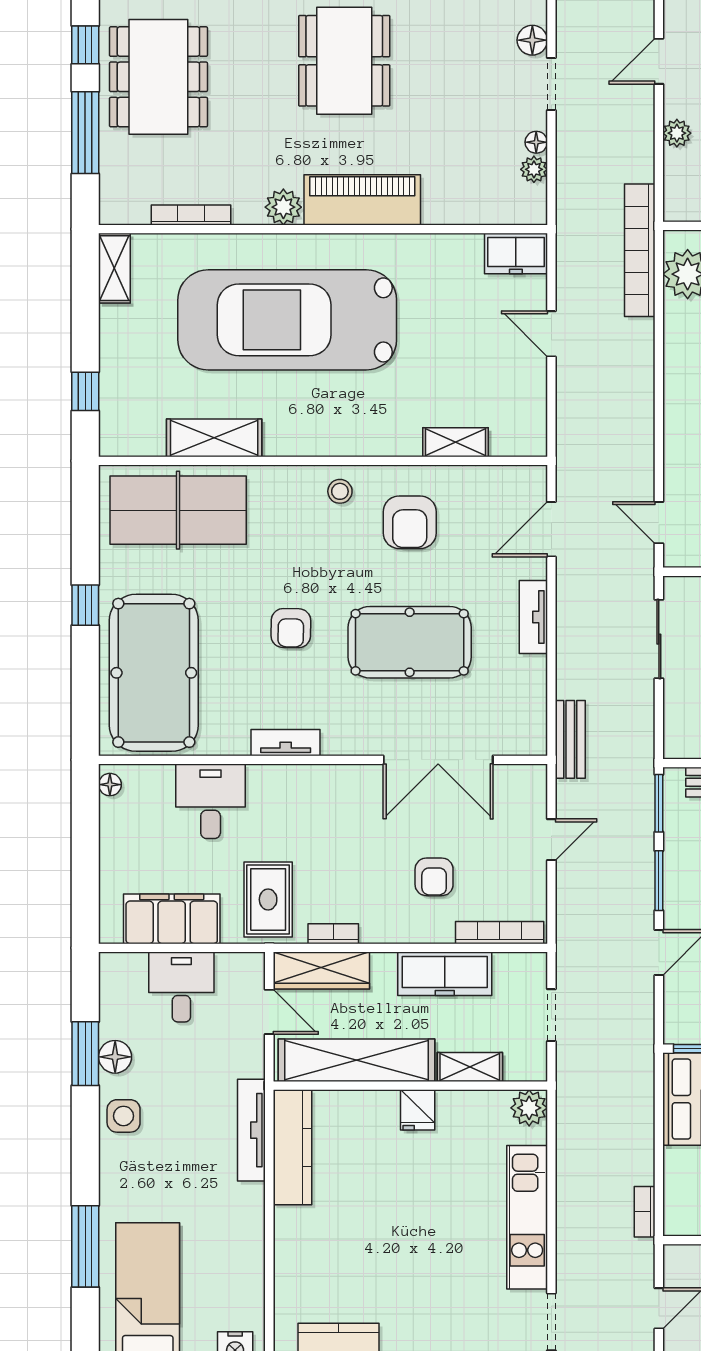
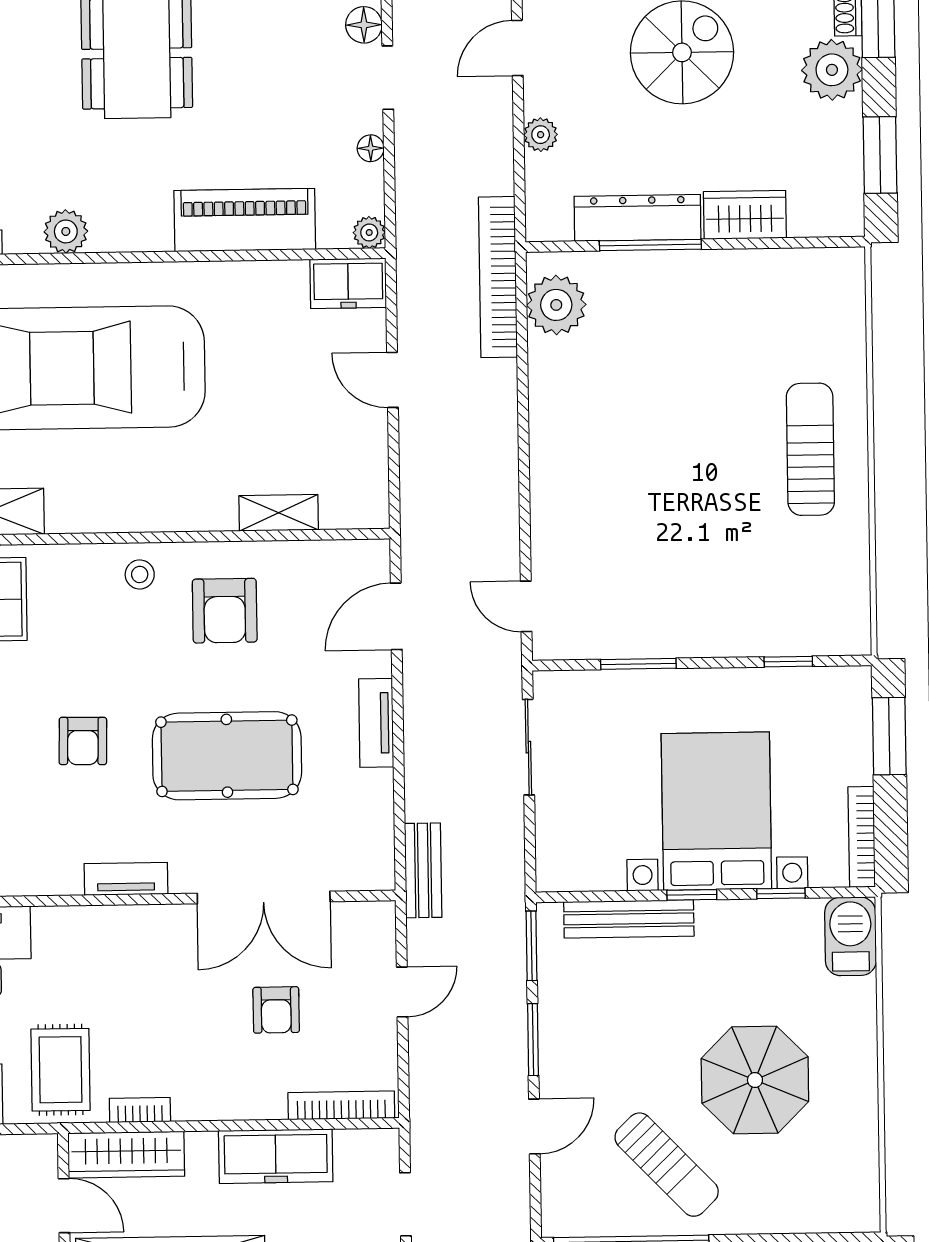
plant: (534, 169) -> (369, 232), moved
piano: (362, 200) -> (245, 220), moved
tv unit: (286, 743) -> (126, 879), moved
armchair: (434, 877) -> (276, 1010), moved

